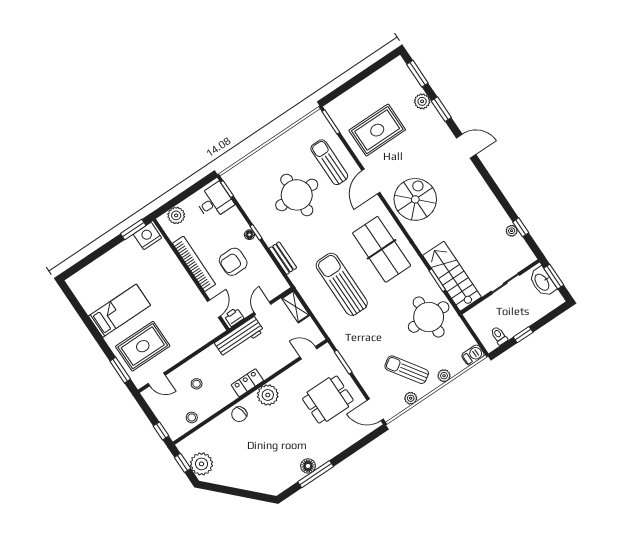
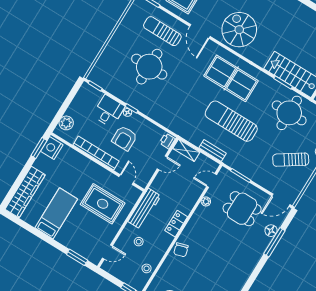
desk: (214, 201) -> (109, 111), moved
bench: (283, 258) -> (213, 151), moved
wardrobe: (96, 271) -> (25, 192), added
sun lounger: (342, 284) -> (231, 121), moved
door: (263, 308) -> (162, 163), swing flipped
printer: (234, 317) -> (167, 141), moved
workbench: (239, 337) -> (144, 209), moved
rug: (143, 346) -> (103, 204), moved, turned 90
plant: (268, 395) -> (206, 201), moved, width x0.53, depth x0.53
plant: (411, 398) -> (303, 180), removed
dining table: (328, 400) -> (242, 209), turned 90
floor lamp: (308, 466) -> (271, 231), moved
window: (316, 474) -> (274, 242), moved

